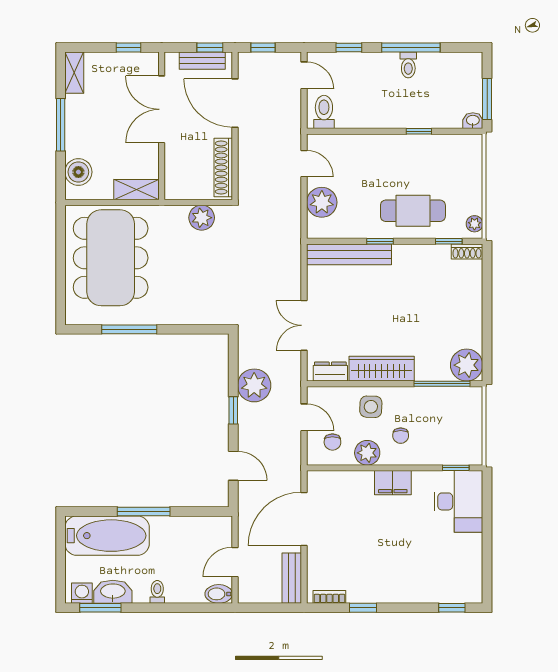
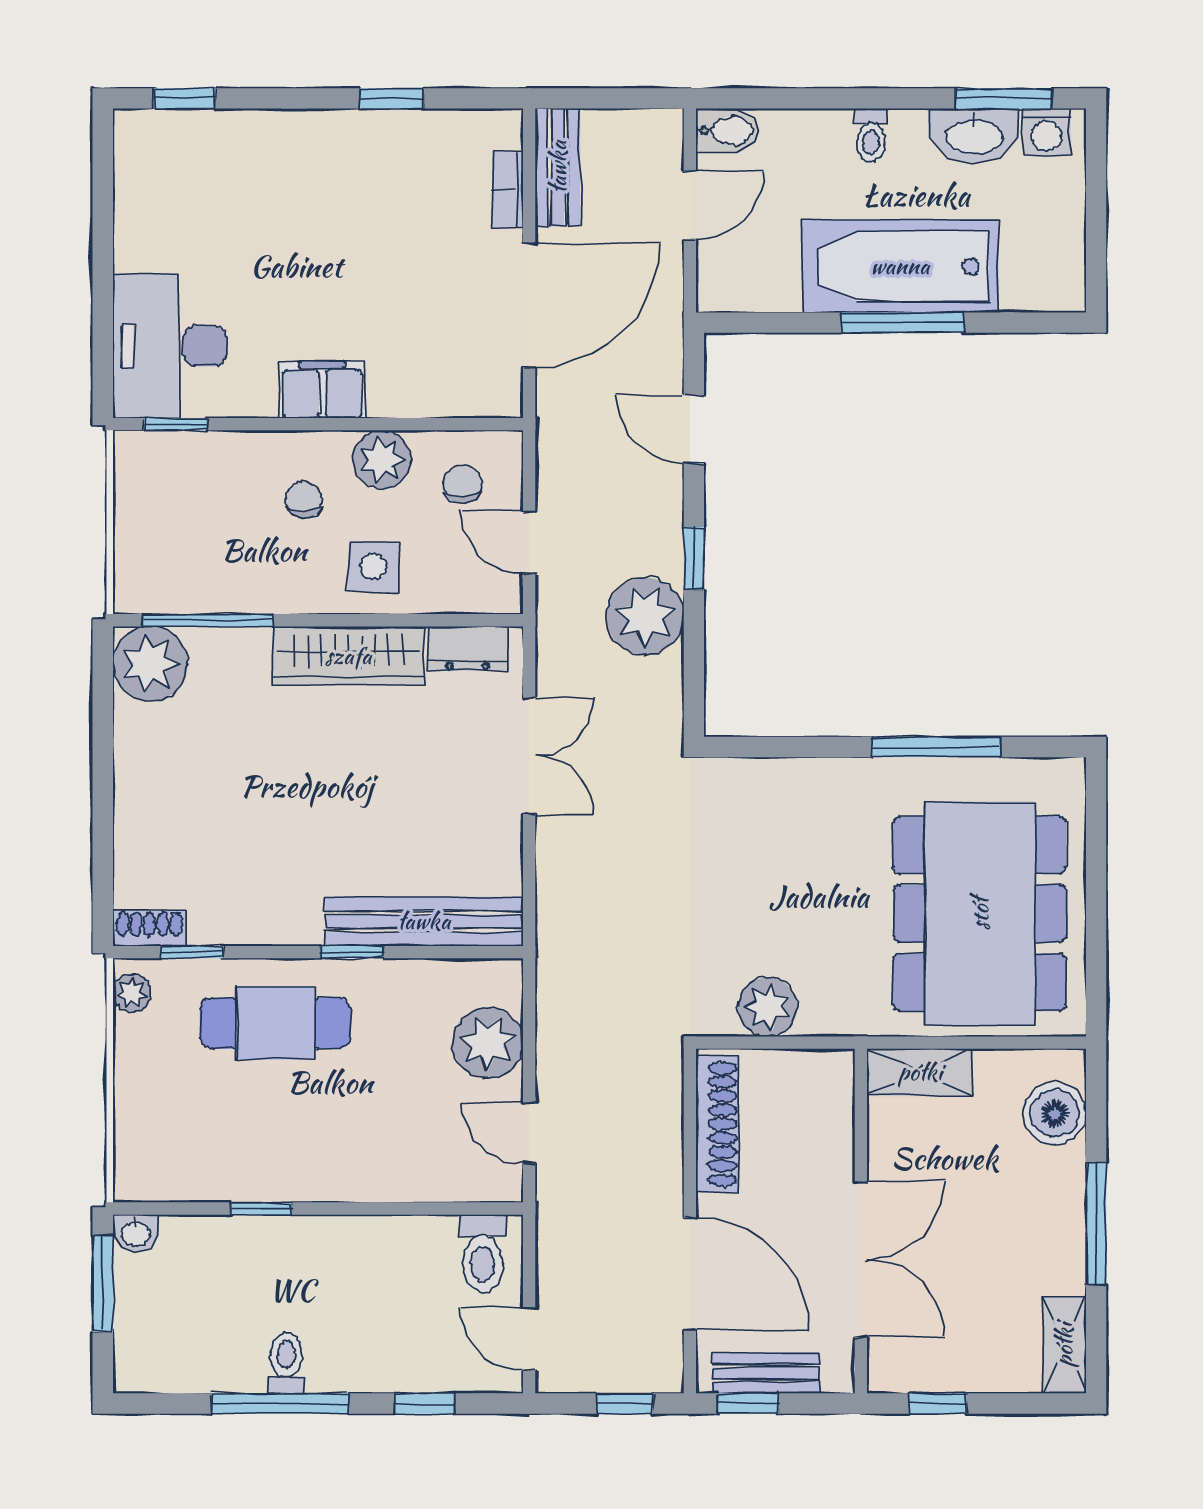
bathtub: (107, 536) -> (900, 266), moved
bookcase: (329, 597) -> (508, 190), moved, turned 90

